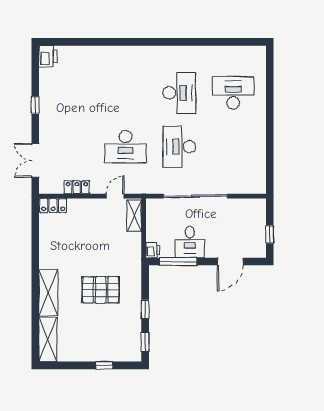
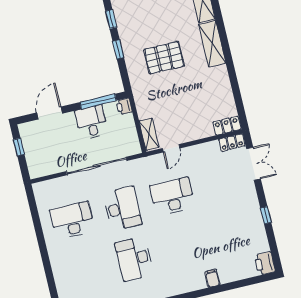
filing cabinet: (105, 54) -> (212, 278), added
desk: (233, 93) -> (72, 220), moved, turned 180
locker: (77, 187) -> (232, 143), moved

